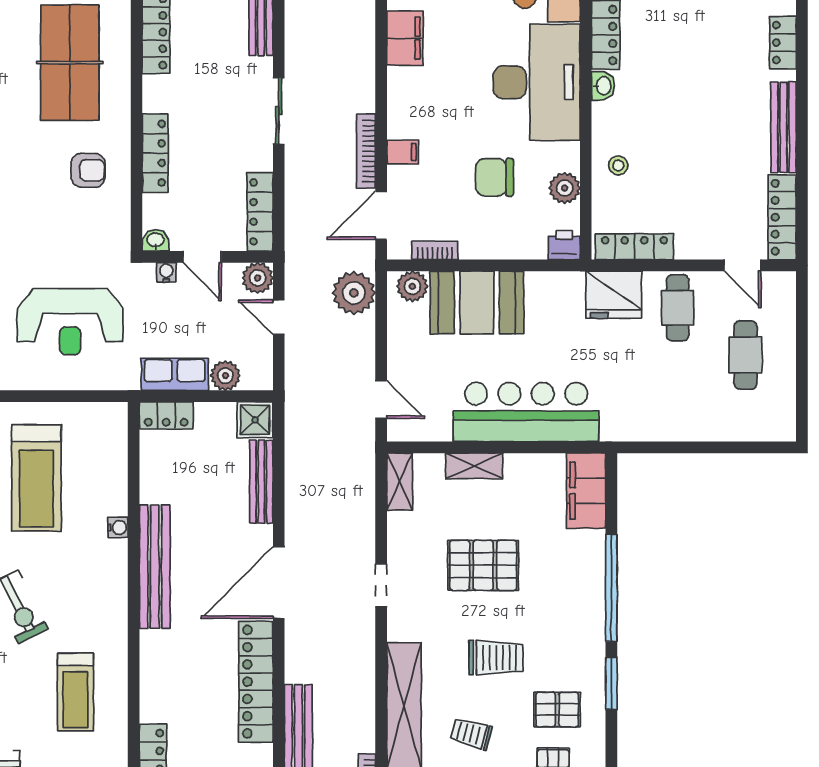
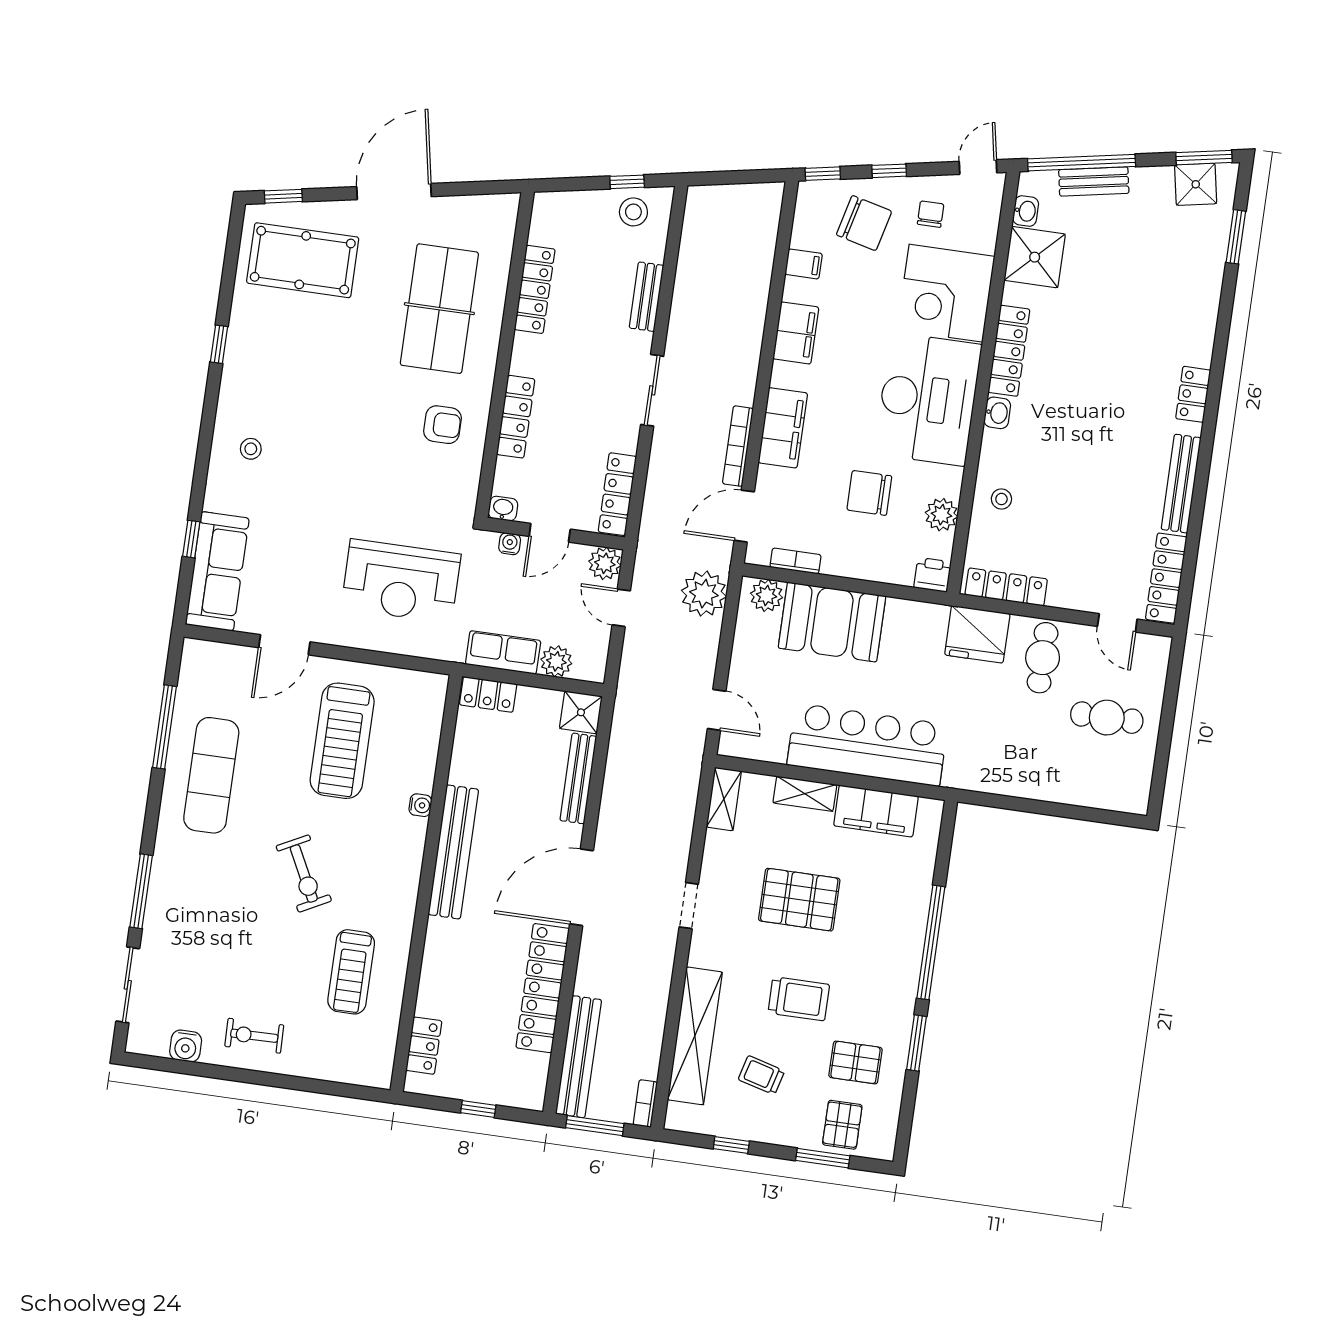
filing cabinet: (403, 152) -> (783, 428), width x3.00, depth x1.17
door: (202, 257) -> (550, 533), hinge flipped
cafe table: (745, 355) -> (1107, 718), turned 90
filing cabinet: (586, 491) -> (876, 811), moved, turned -90

